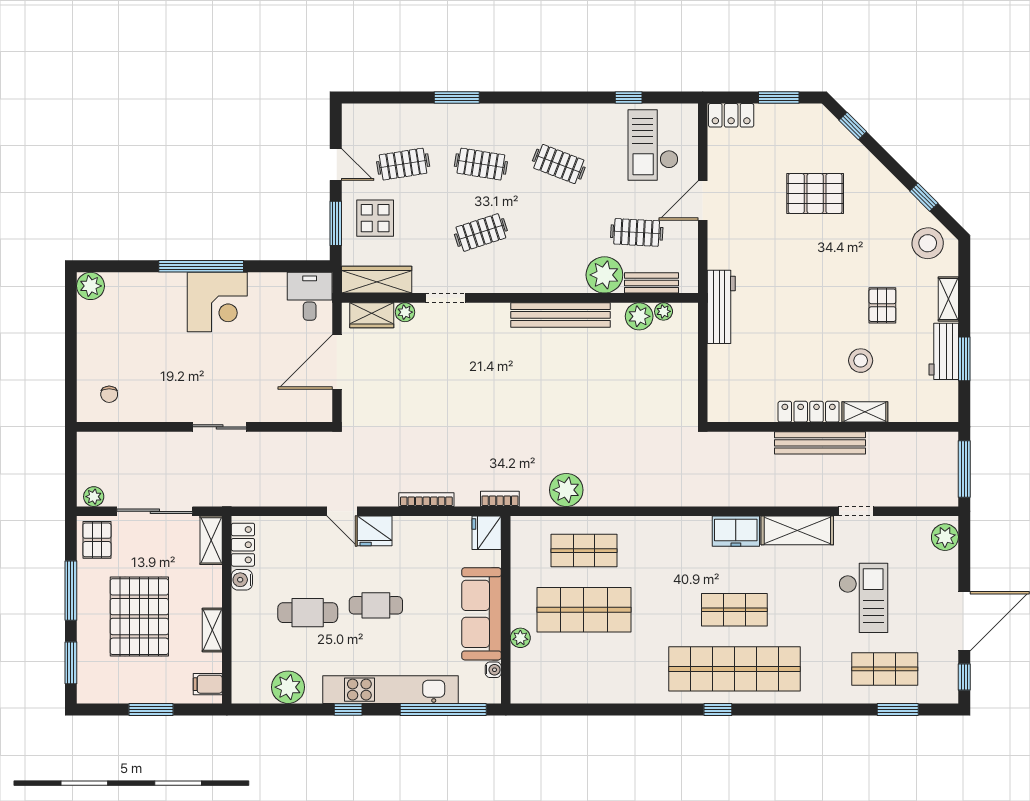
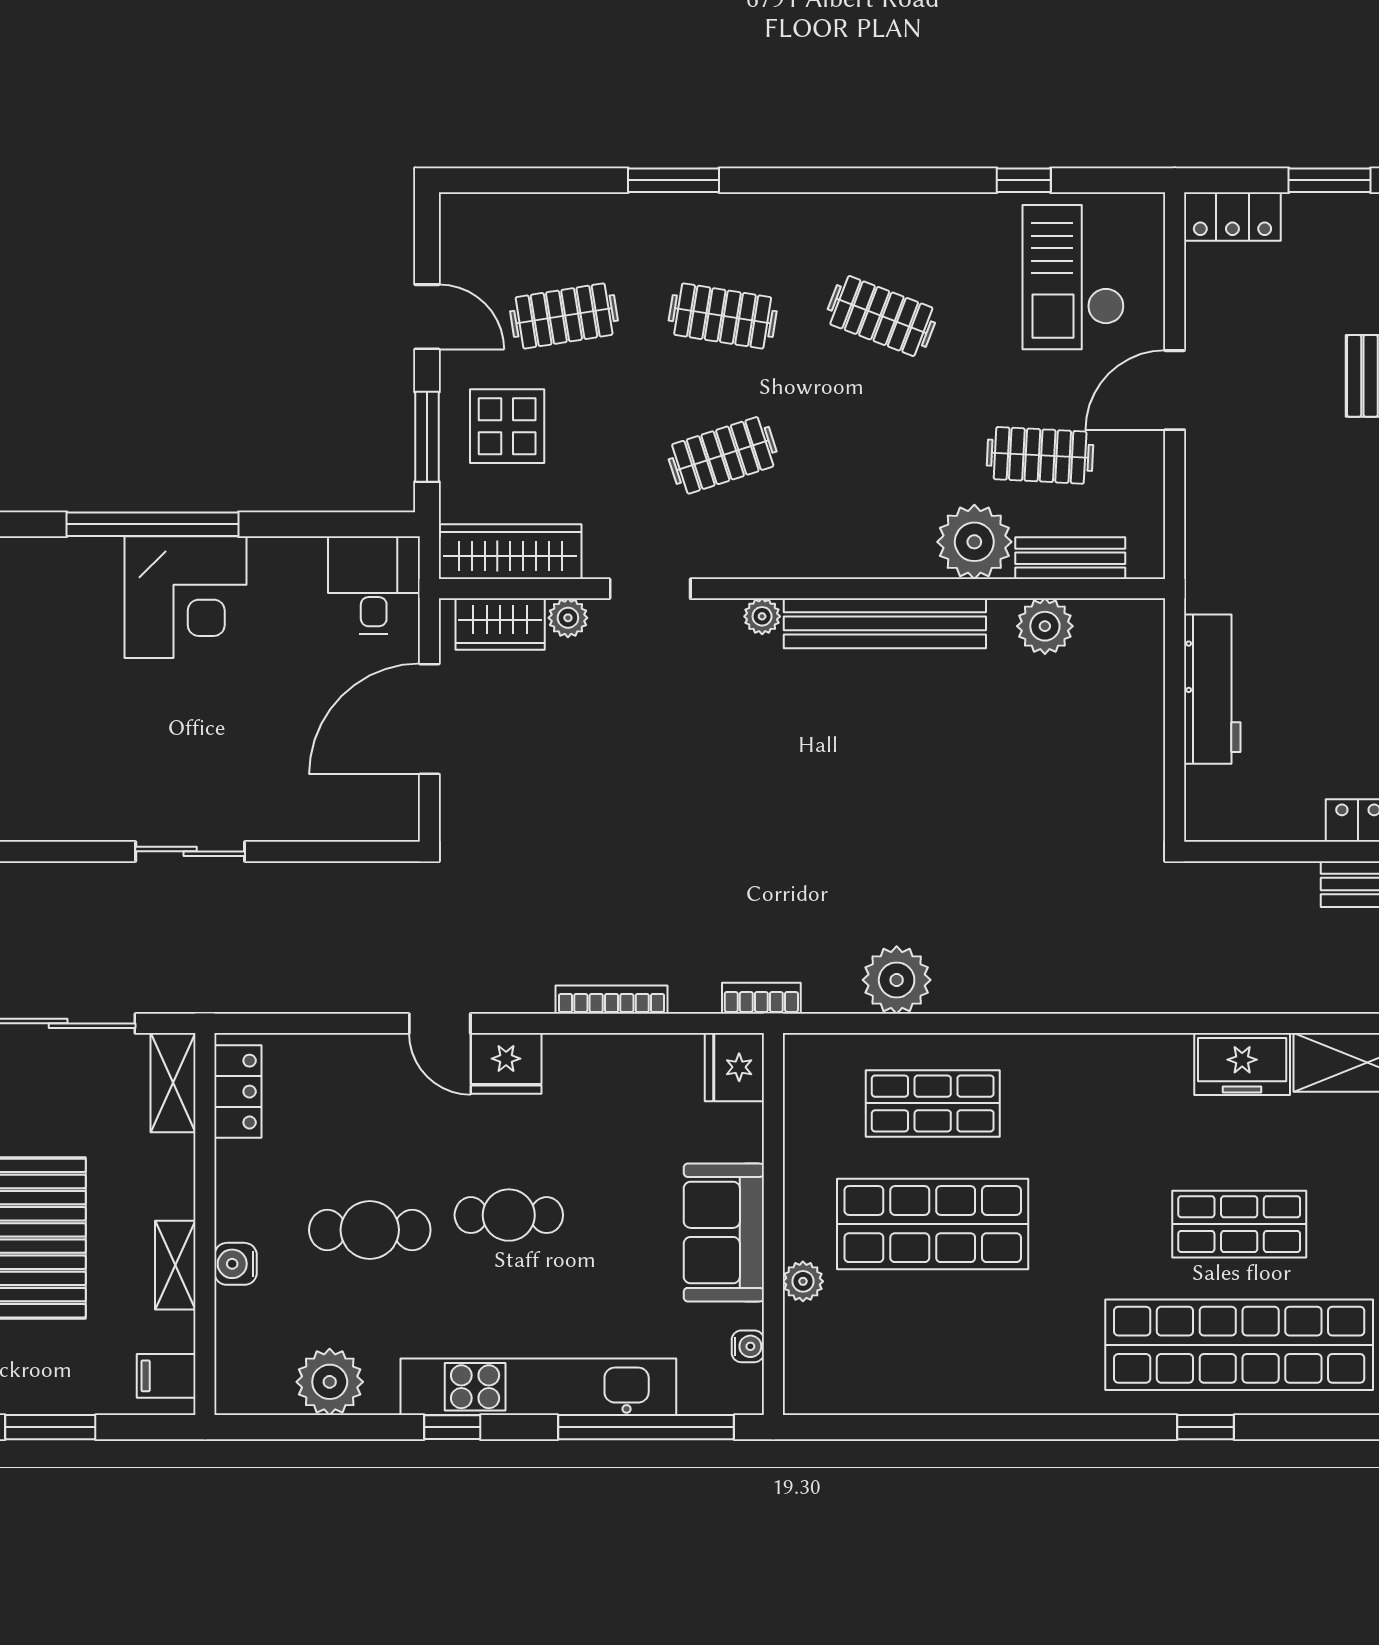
workbench: (721, 307) -> (1212, 689), moved
plant: (664, 311) -> (762, 616), moved
water cooler: (242, 580) -> (236, 1264), moved
sofa: (481, 614) -> (724, 1232), width x0.73

